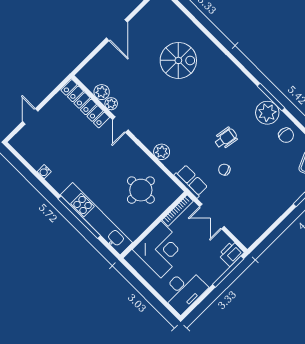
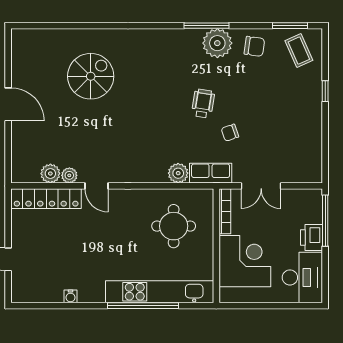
plant: (162, 152) -> (178, 173), moved
printer: (231, 254) -> (312, 237), moved

